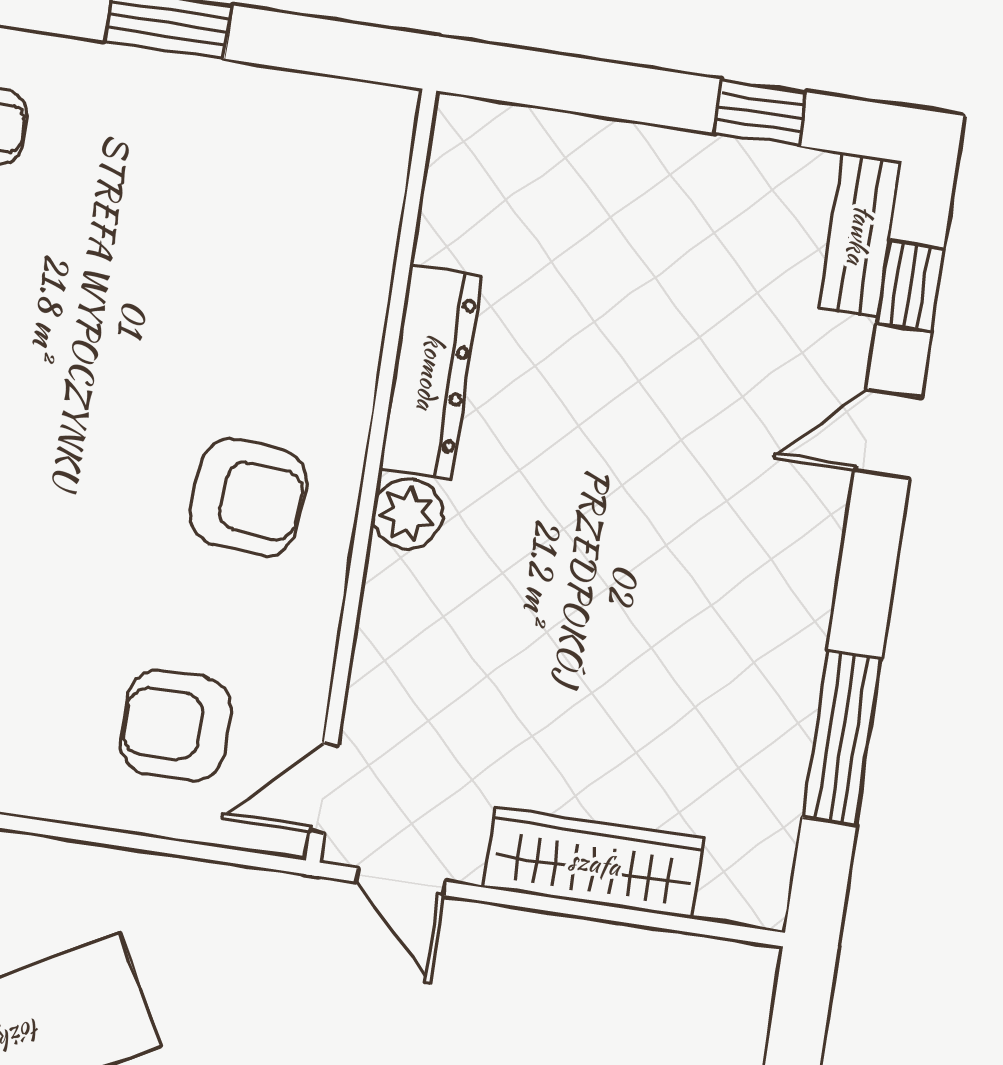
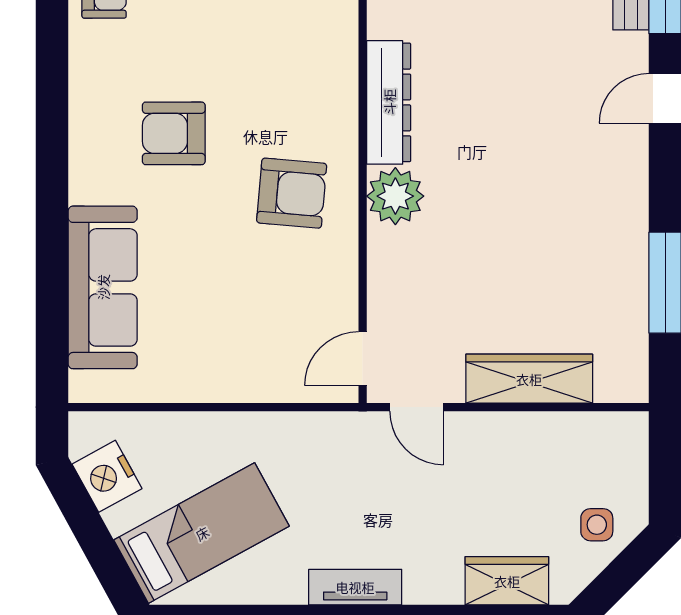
plant: (408, 514) -> (395, 196), width x1.36, depth x1.36
armchair: (175, 726) -> (174, 133), moved

